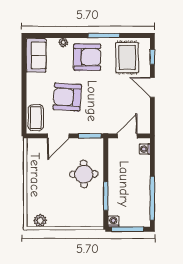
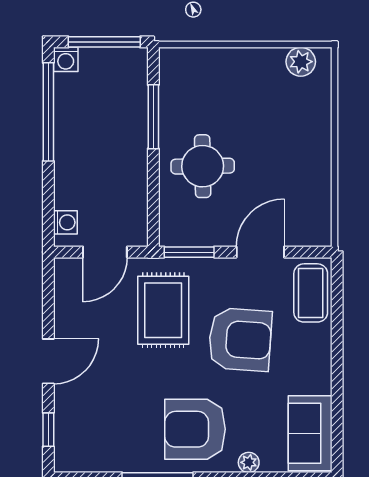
rug: (127, 58) -> (163, 310), moved
door: (152, 87) -> (48, 361), hinge flipped
washing machine: (113, 222) -> (66, 59), moved

